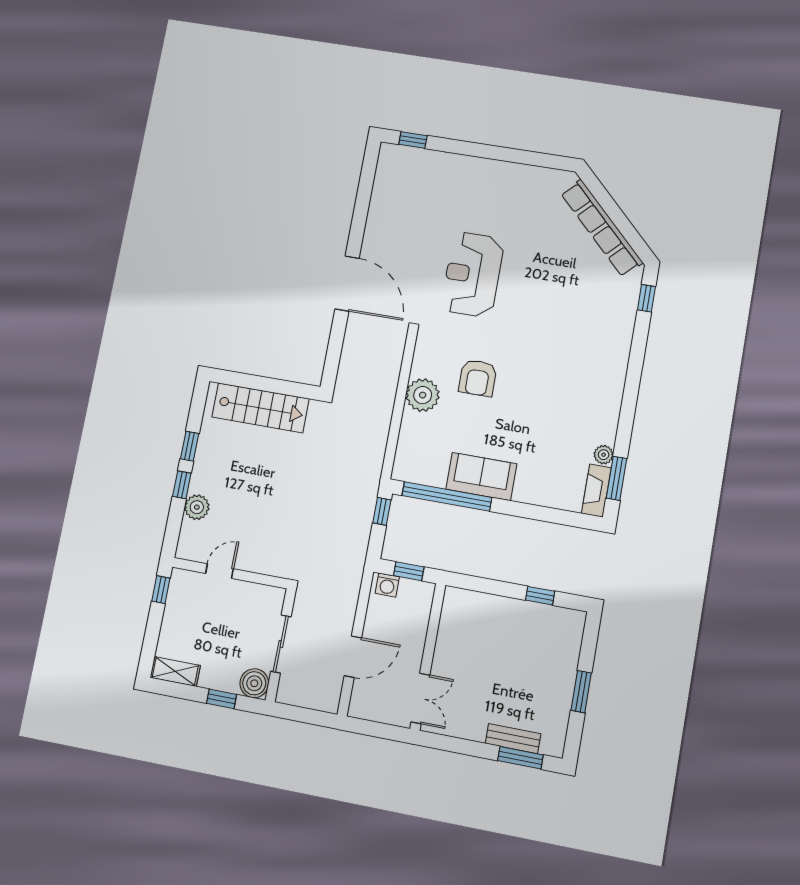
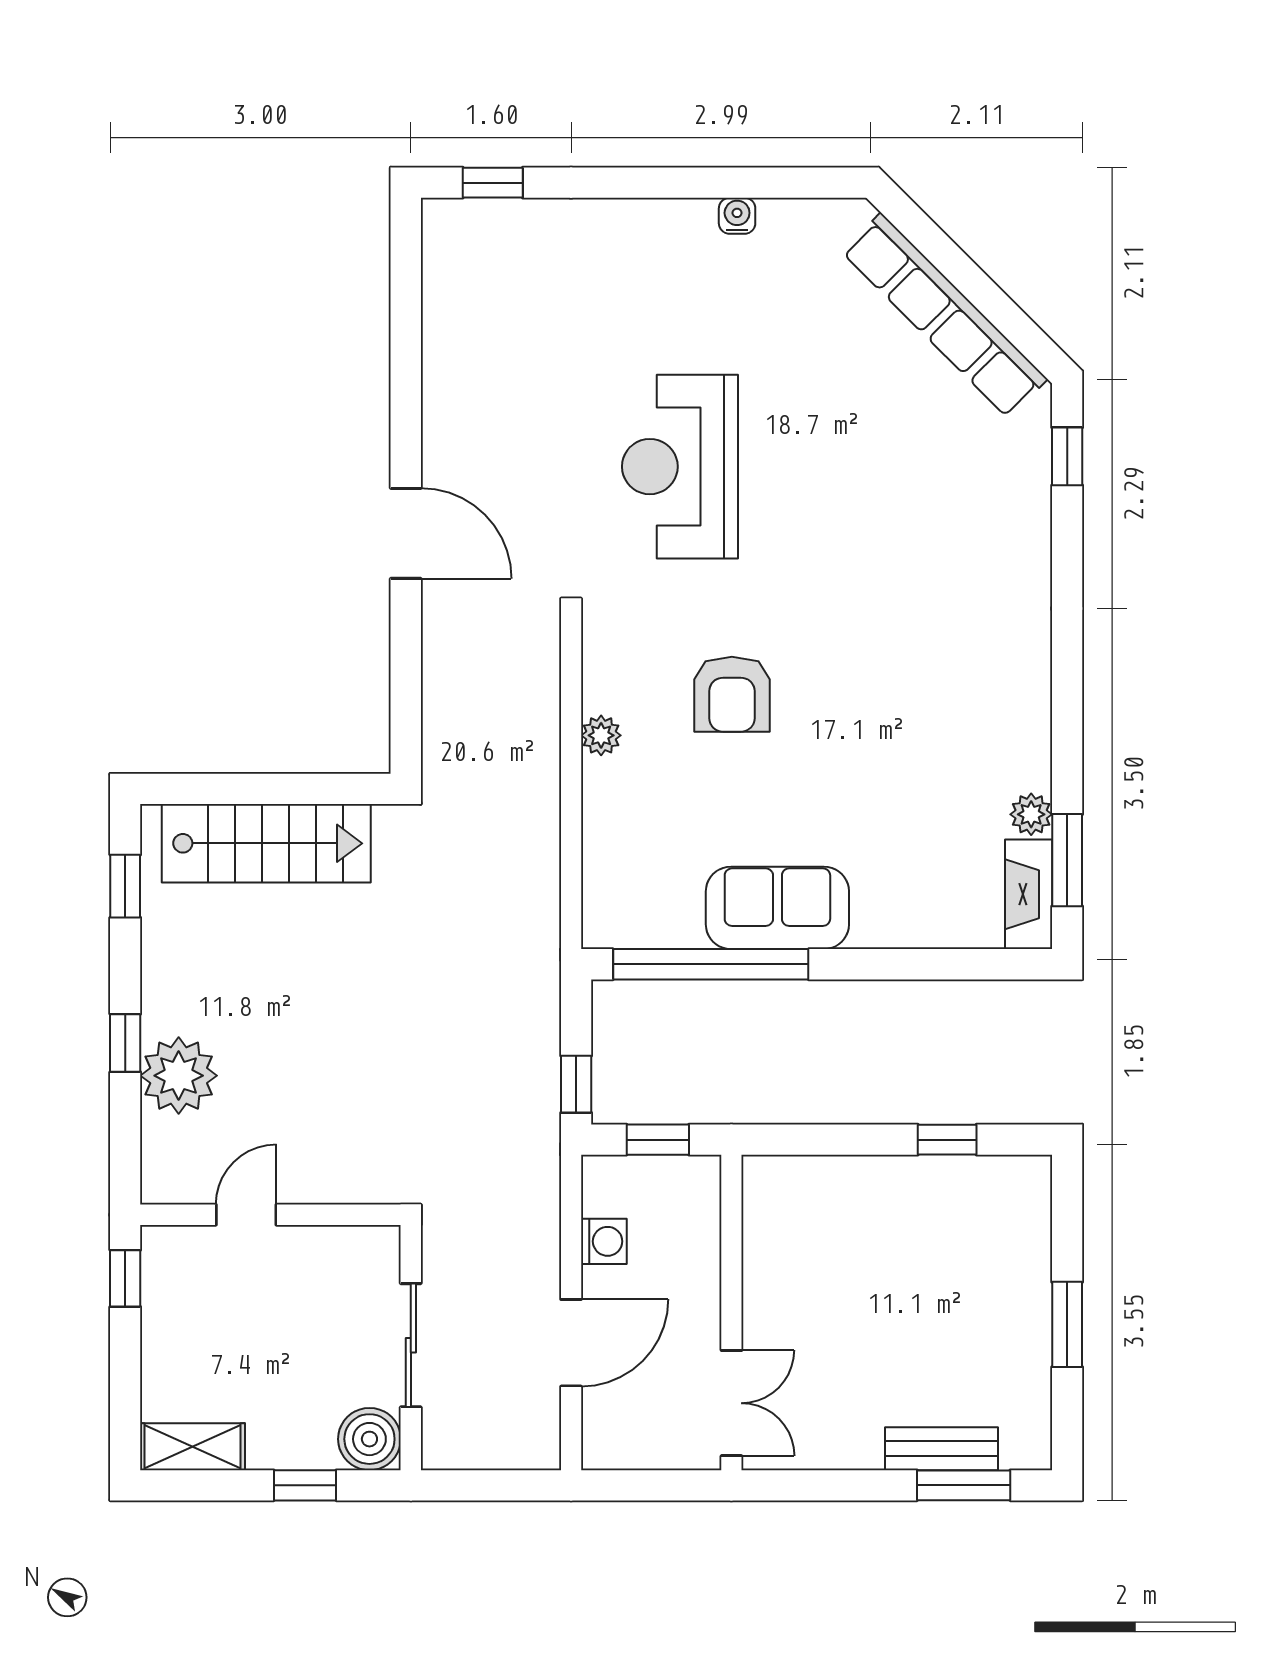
water cooler: (517, 171) -> (737, 216), added
door: (347, 284) -> (406, 533), width x0.73
plant: (423, 395) -> (601, 735), width x0.53, depth x0.53
window: (190, 446) -> (125, 886), moved
plant: (197, 507) -> (179, 1076), width x1.36, depth x1.36
window: (382, 511) -> (576, 1084), moved
washing machine: (387, 585) -> (604, 1241), moved, turned -90

